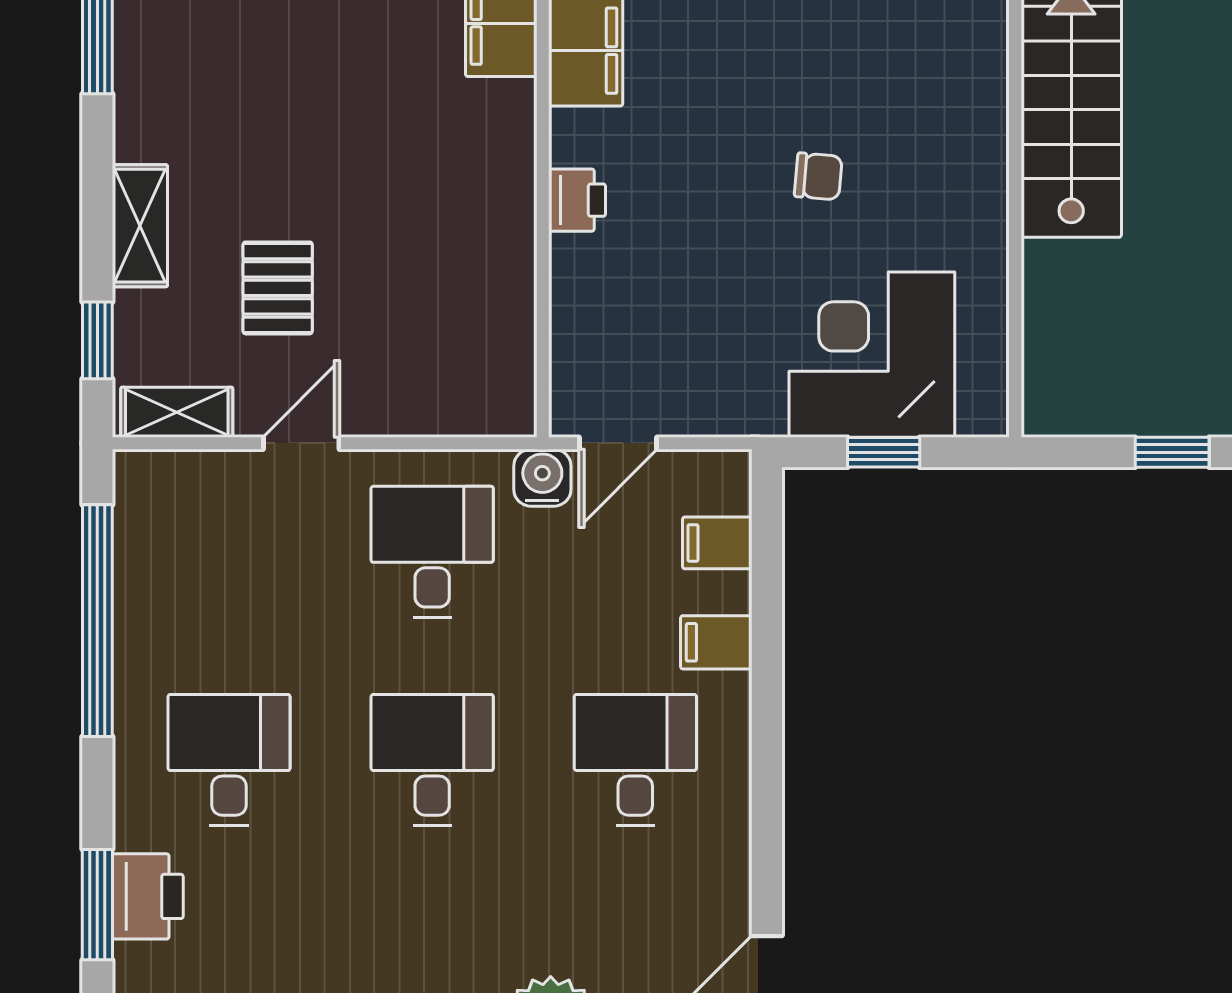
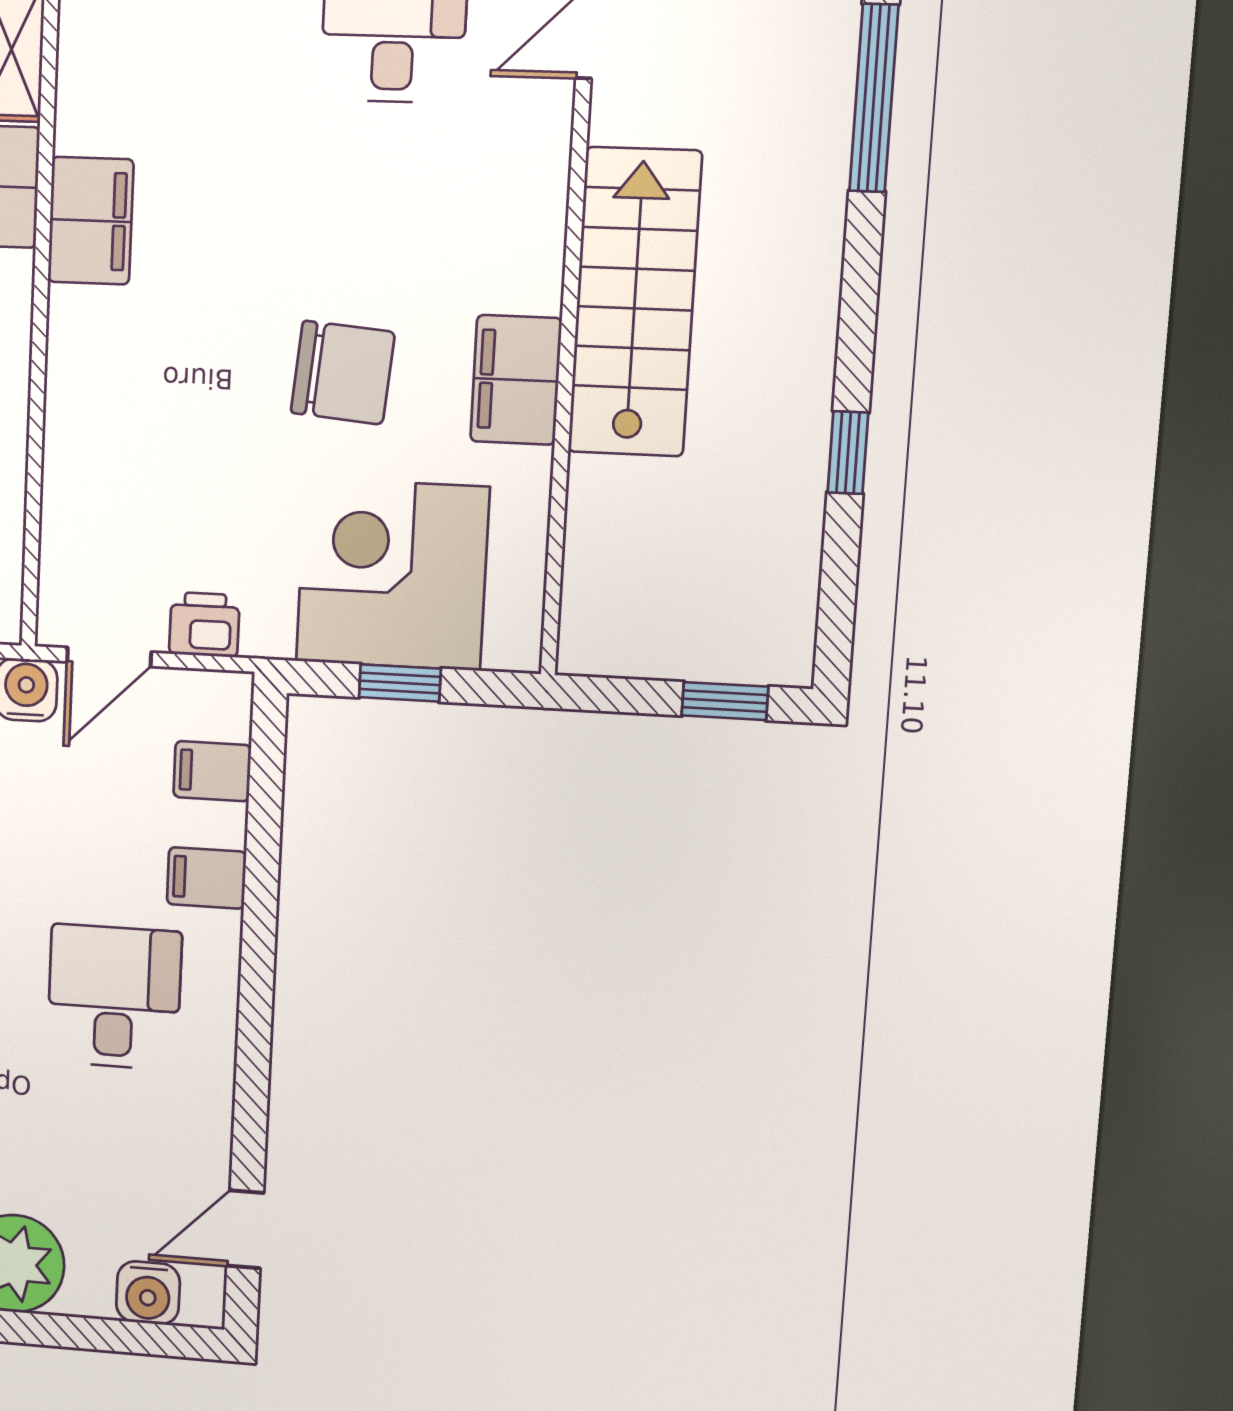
chair: (818, 176) -> (343, 373), width x1.87, depth x1.87
filing cabinet: (972, 176) -> (516, 380), added
printer: (577, 200) -> (204, 625), moved, turned -90

